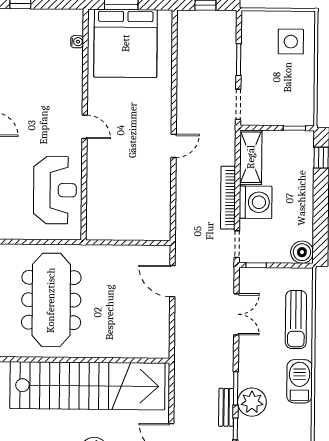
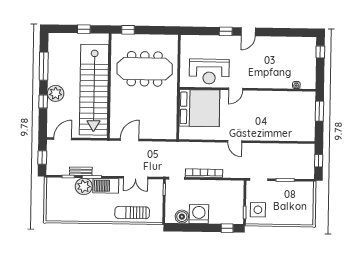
side table: (291, 42) -> (258, 210), moved
bed: (126, 43) -> (199, 108), moved, turned 180
door: (85, 127) -> (236, 89), moved
shelving: (251, 157) -> (228, 187), removed
washing machine: (256, 202) -> (199, 214), moved, turned 180
boiler: (302, 252) -> (182, 217), moved
door: (172, 281) -> (130, 140), moved
barbecue: (300, 381) -> (106, 186), moved, turned 180

